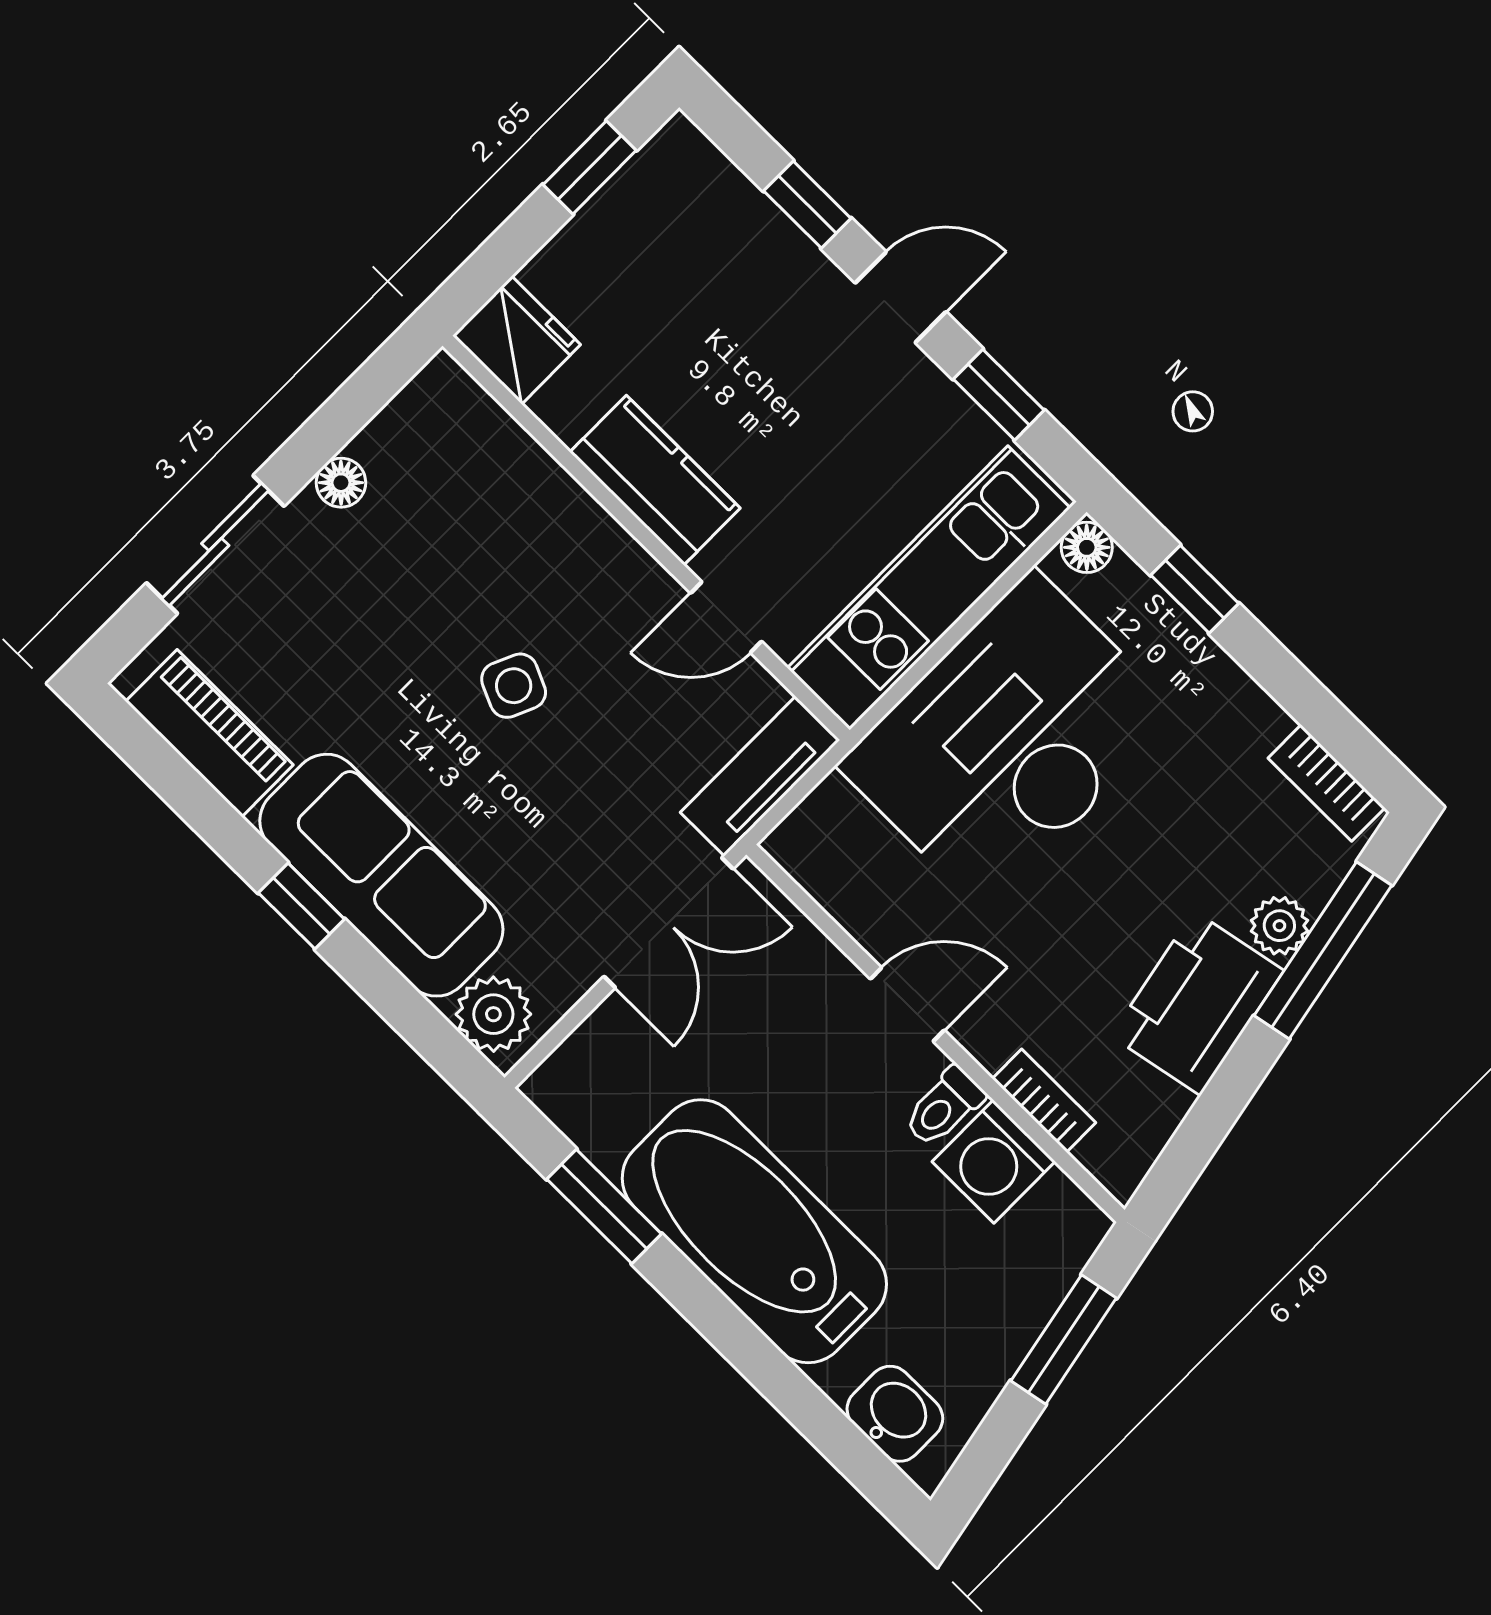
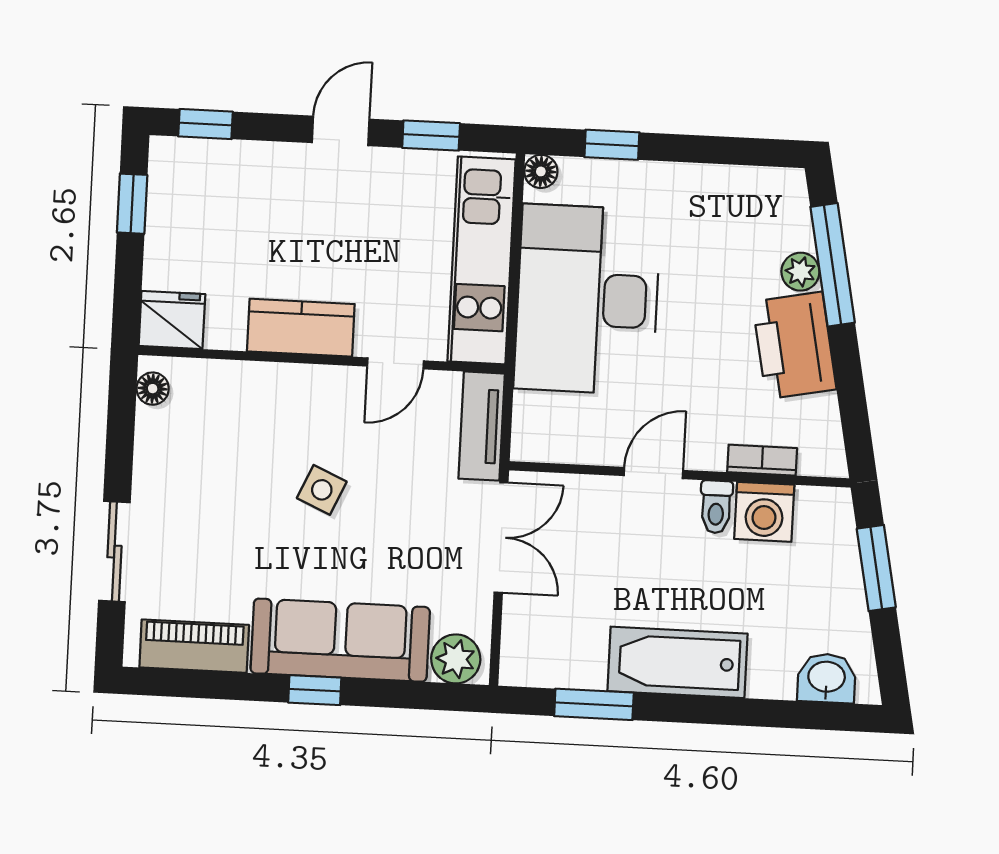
window: (807, 205) -> (206, 124), moved
floor lamp: (341, 483) -> (153, 389), moved
bookcase: (1326, 783) -> (761, 182), removed
bathtub: (754, 1231) -> (677, 662), width x0.73, depth x0.73

